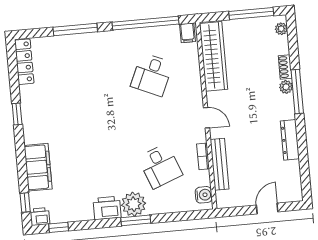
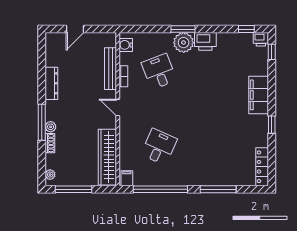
filing cabinet: (38, 167) -> (259, 95), moved

